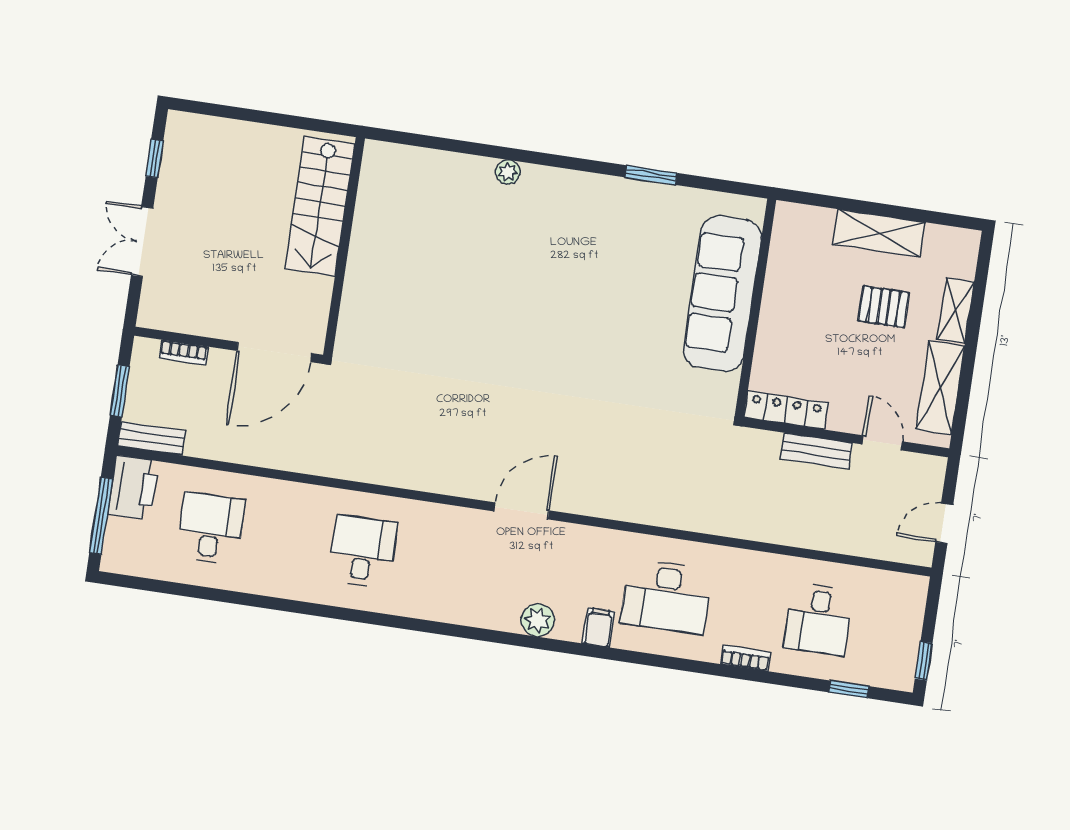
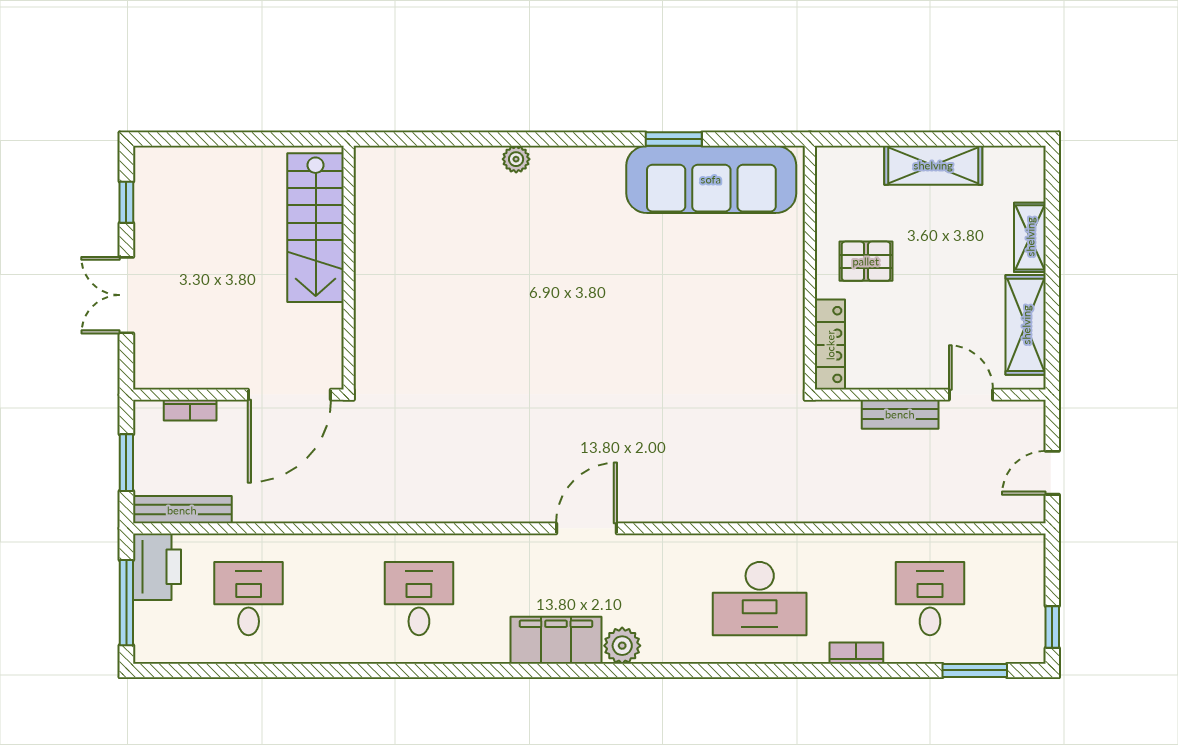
sofa: (722, 293) -> (711, 179), moved, turned -90
pallet: (884, 307) -> (866, 261), moved
locker: (786, 410) -> (830, 345), moved, turned 90
bench: (152, 438) -> (182, 510), width x1.36
desk: (818, 619) -> (930, 599), turned 180
filing cabinet: (599, 627) -> (556, 640), moved, width x3.00, depth x1.17
window: (849, 689) -> (975, 670), width x1.50

